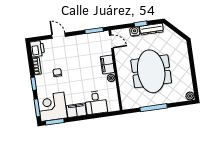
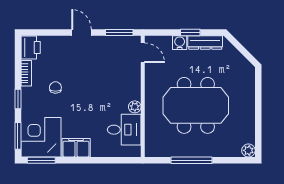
door: (59, 36) -> (81, 33), moved
filing cabinet: (107, 65) -> (132, 86), removed
meeting table: (151, 71) -> (196, 105), turned 90
desk: (96, 103) -> (124, 130), moved, turned -90

